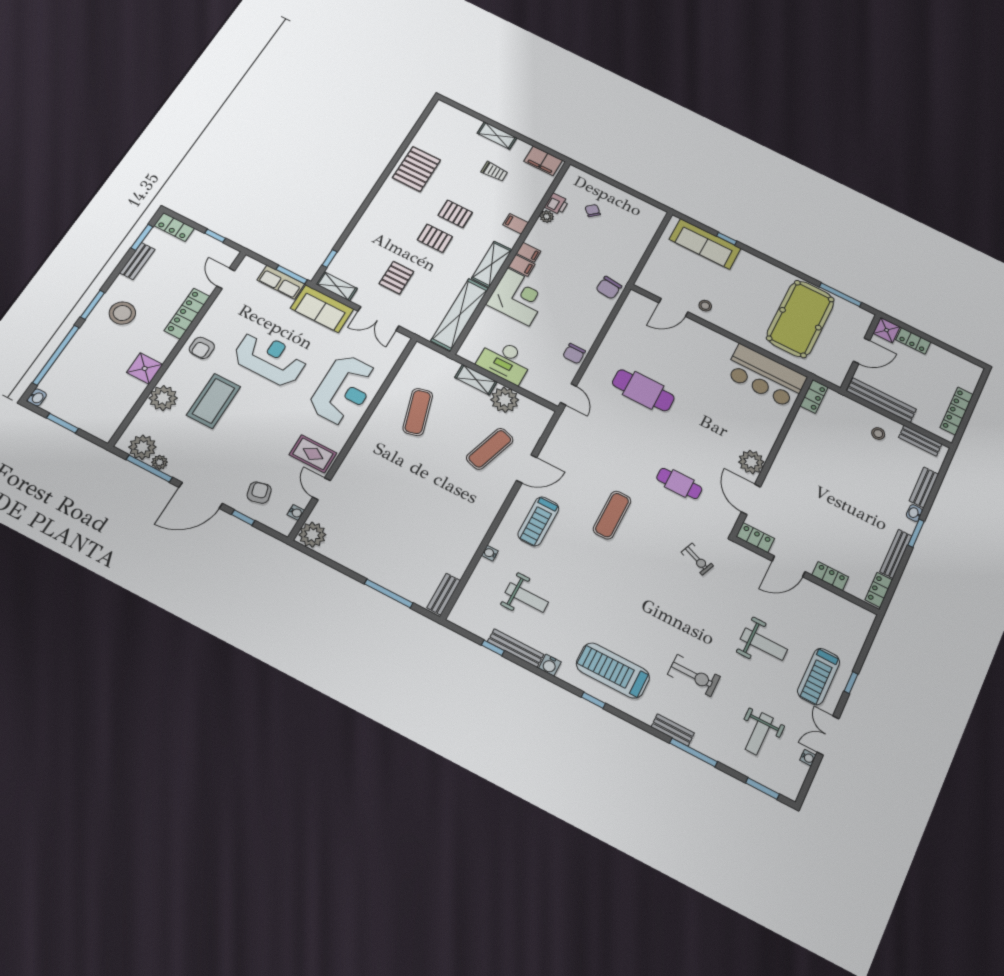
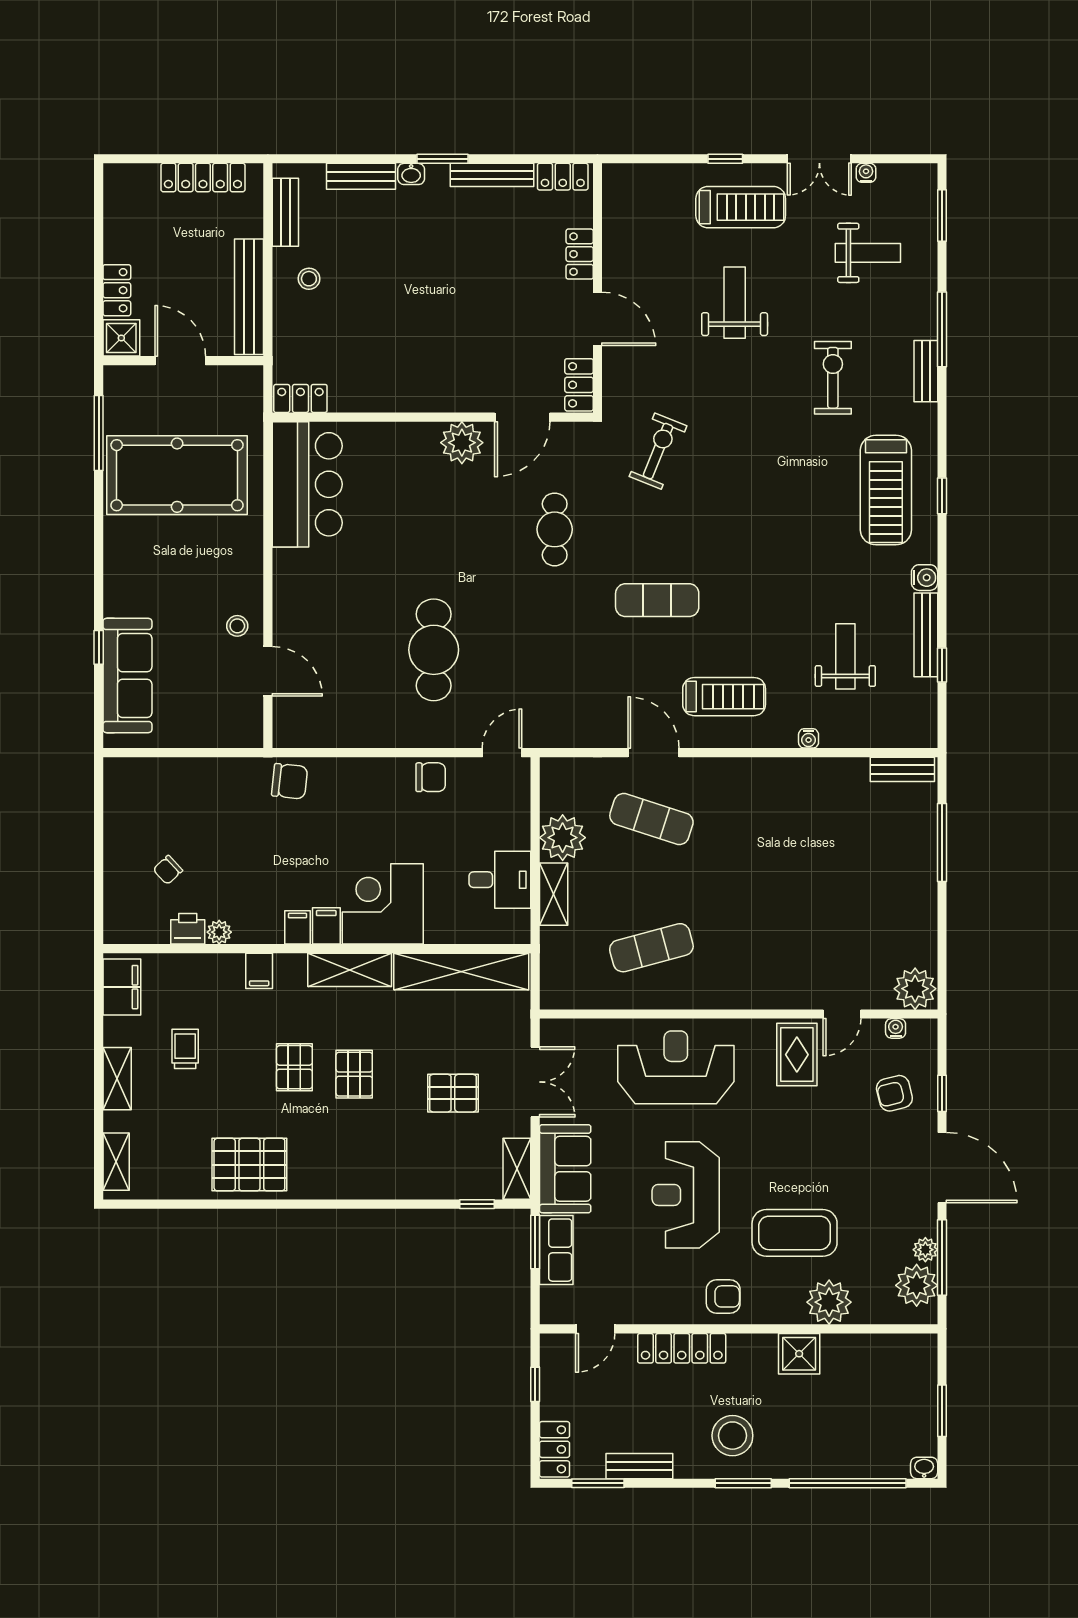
shelving: (455, 114) -> (116, 1162), added
desk: (505, 361) -> (500, 880), width x0.73
exercise bike: (697, 559) -> (658, 451), width x1.38, depth x1.39

